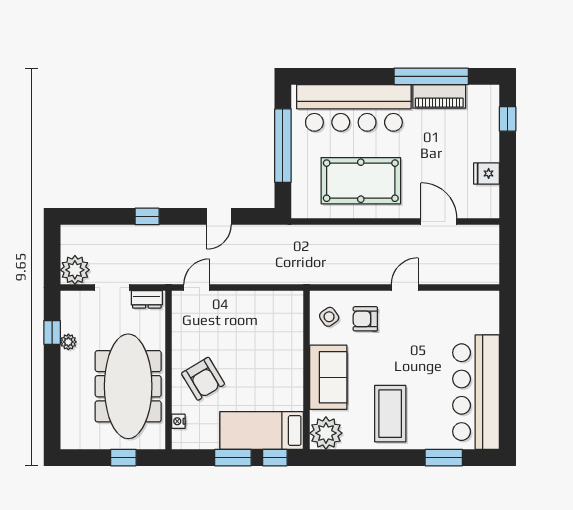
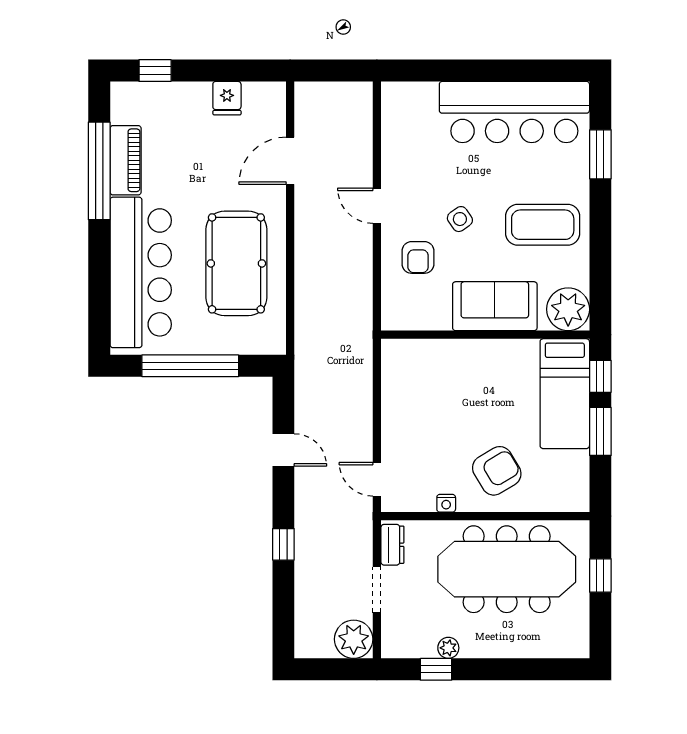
side table: (329, 317) -> (460, 219), moved
nightstand: (178, 421) -> (446, 503), moved

